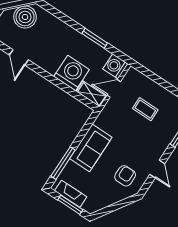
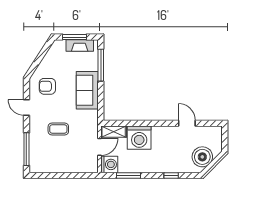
window: (65, 19) -> (171, 175), added
window: (95, 38) -> (129, 175), moved
coffee table: (145, 109) -> (58, 129), moved
armchair: (125, 176) -> (47, 86), turned 90

